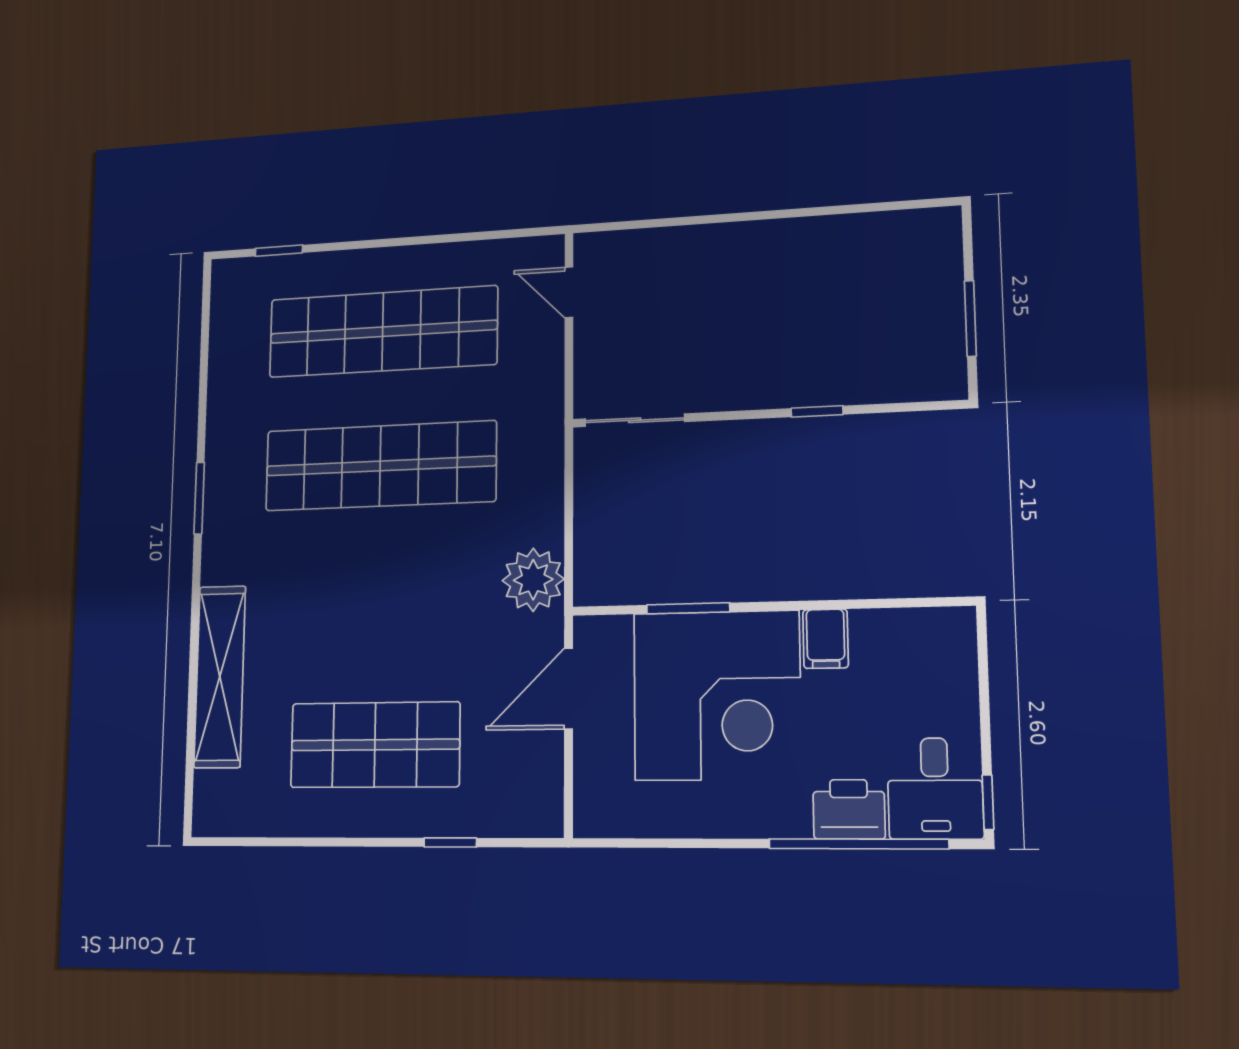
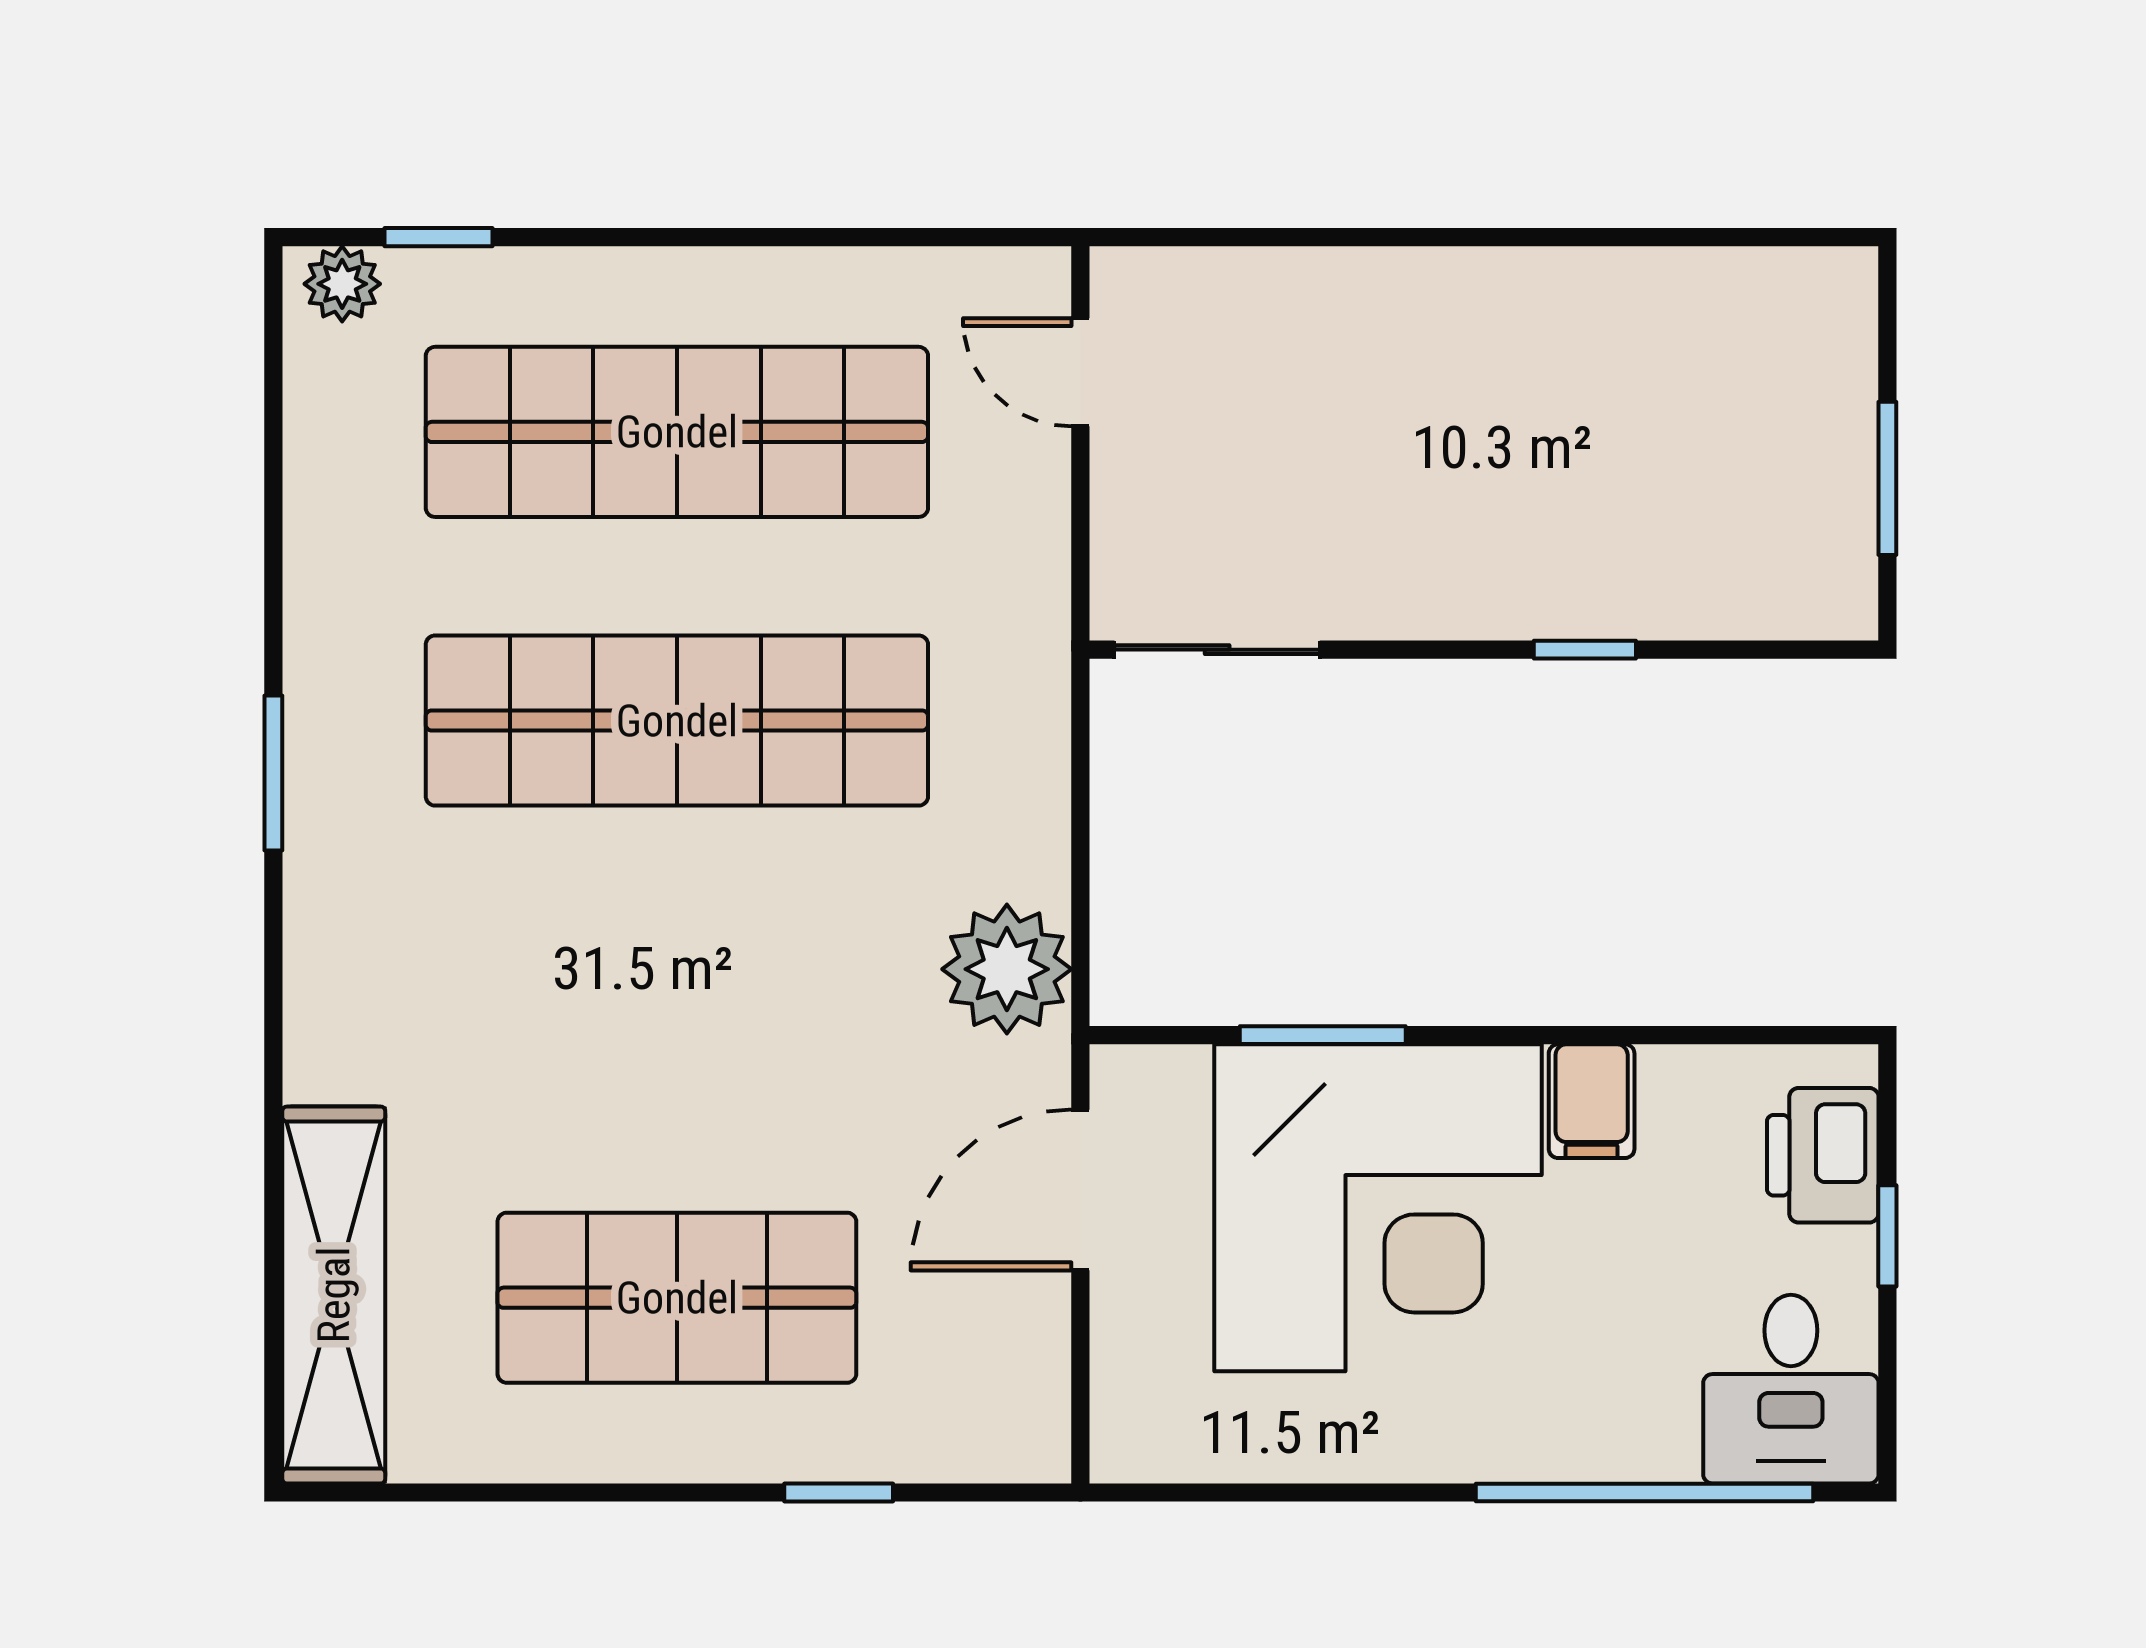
plant: (237, 274) -> (342, 284), added
shelving: (220, 677) -> (334, 1295), moved
window: (988, 802) -> (1887, 1236), moved
printer: (849, 809) -> (1823, 1155), moved, turned -90

